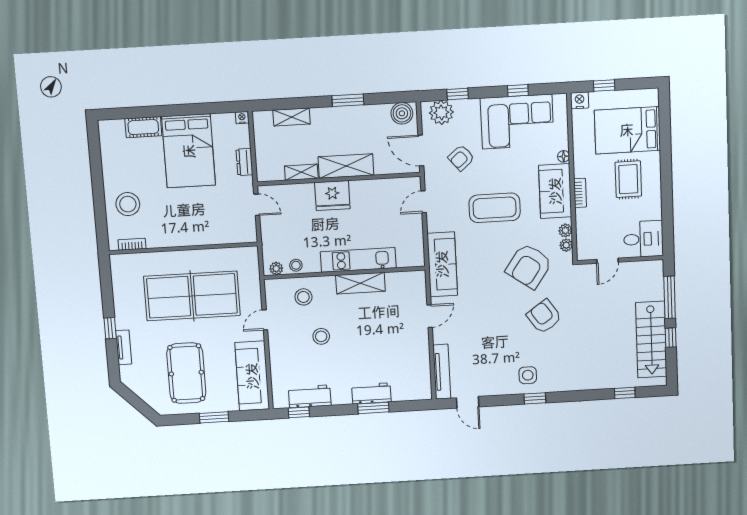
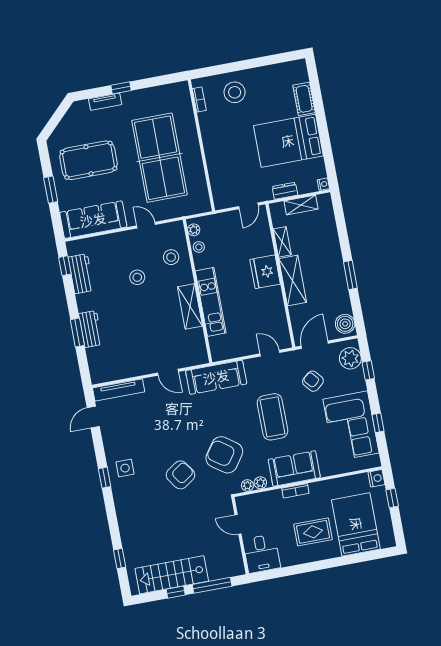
shelving: (292, 117) -> (301, 205), moved, turned 90
floor lamp: (564, 156) -> (326, 471), removed

